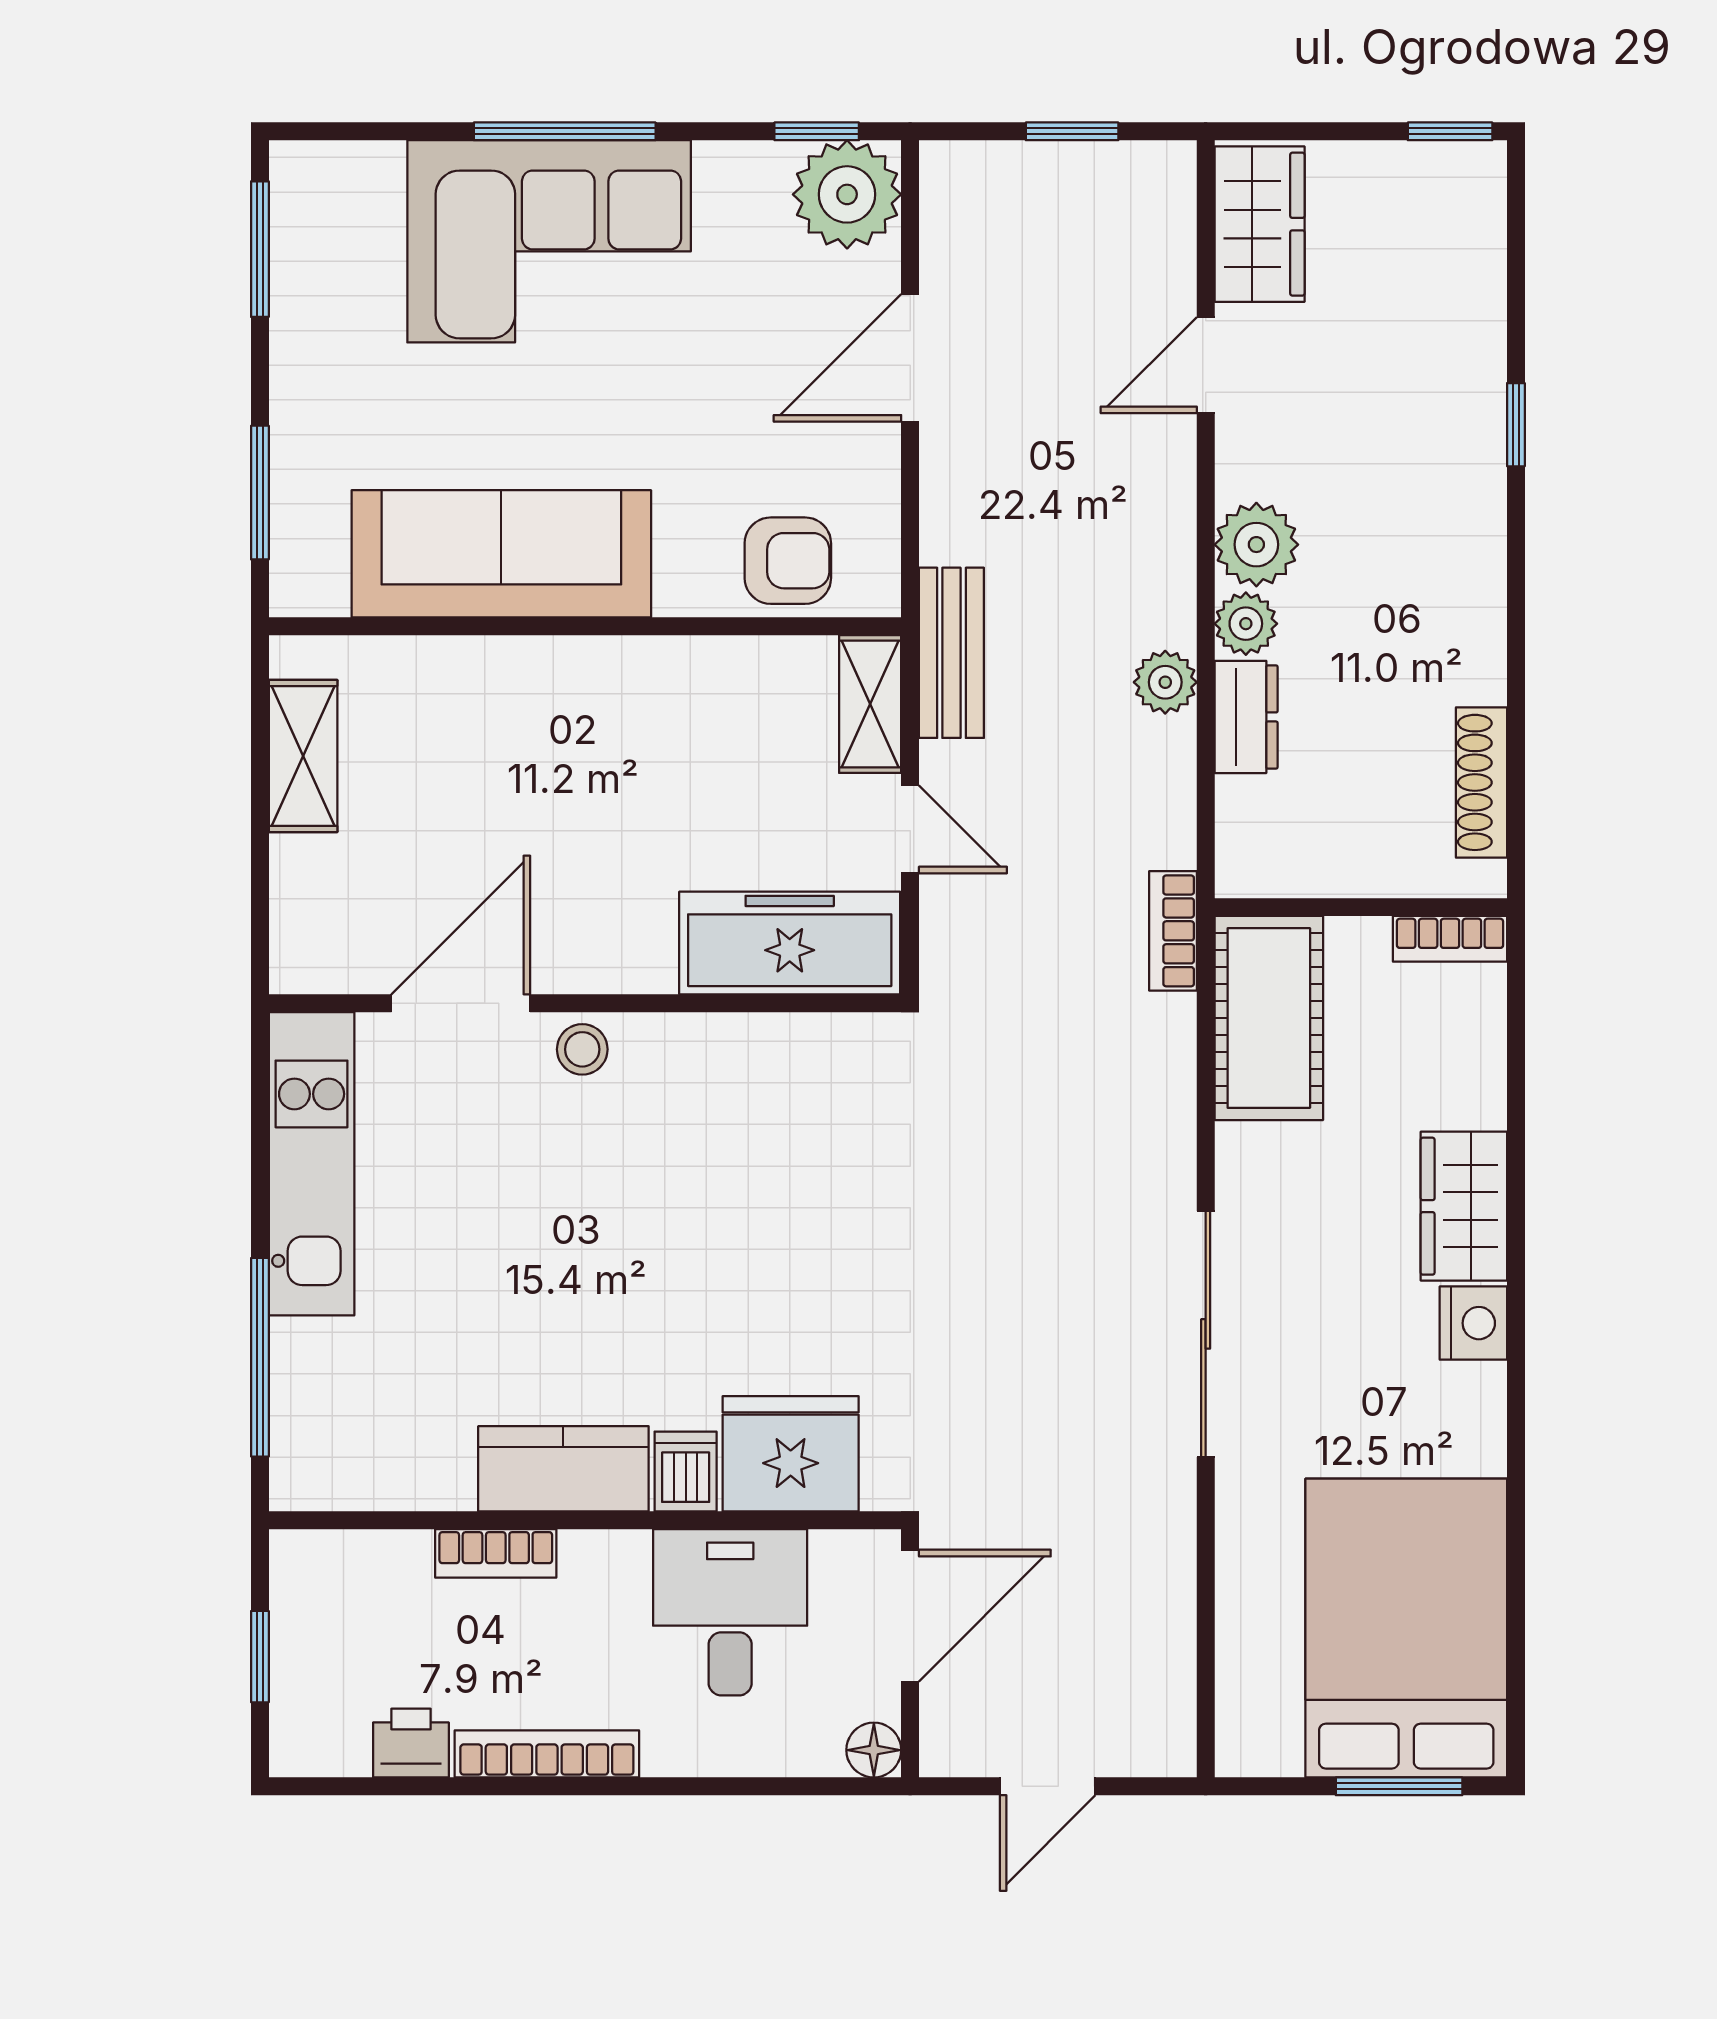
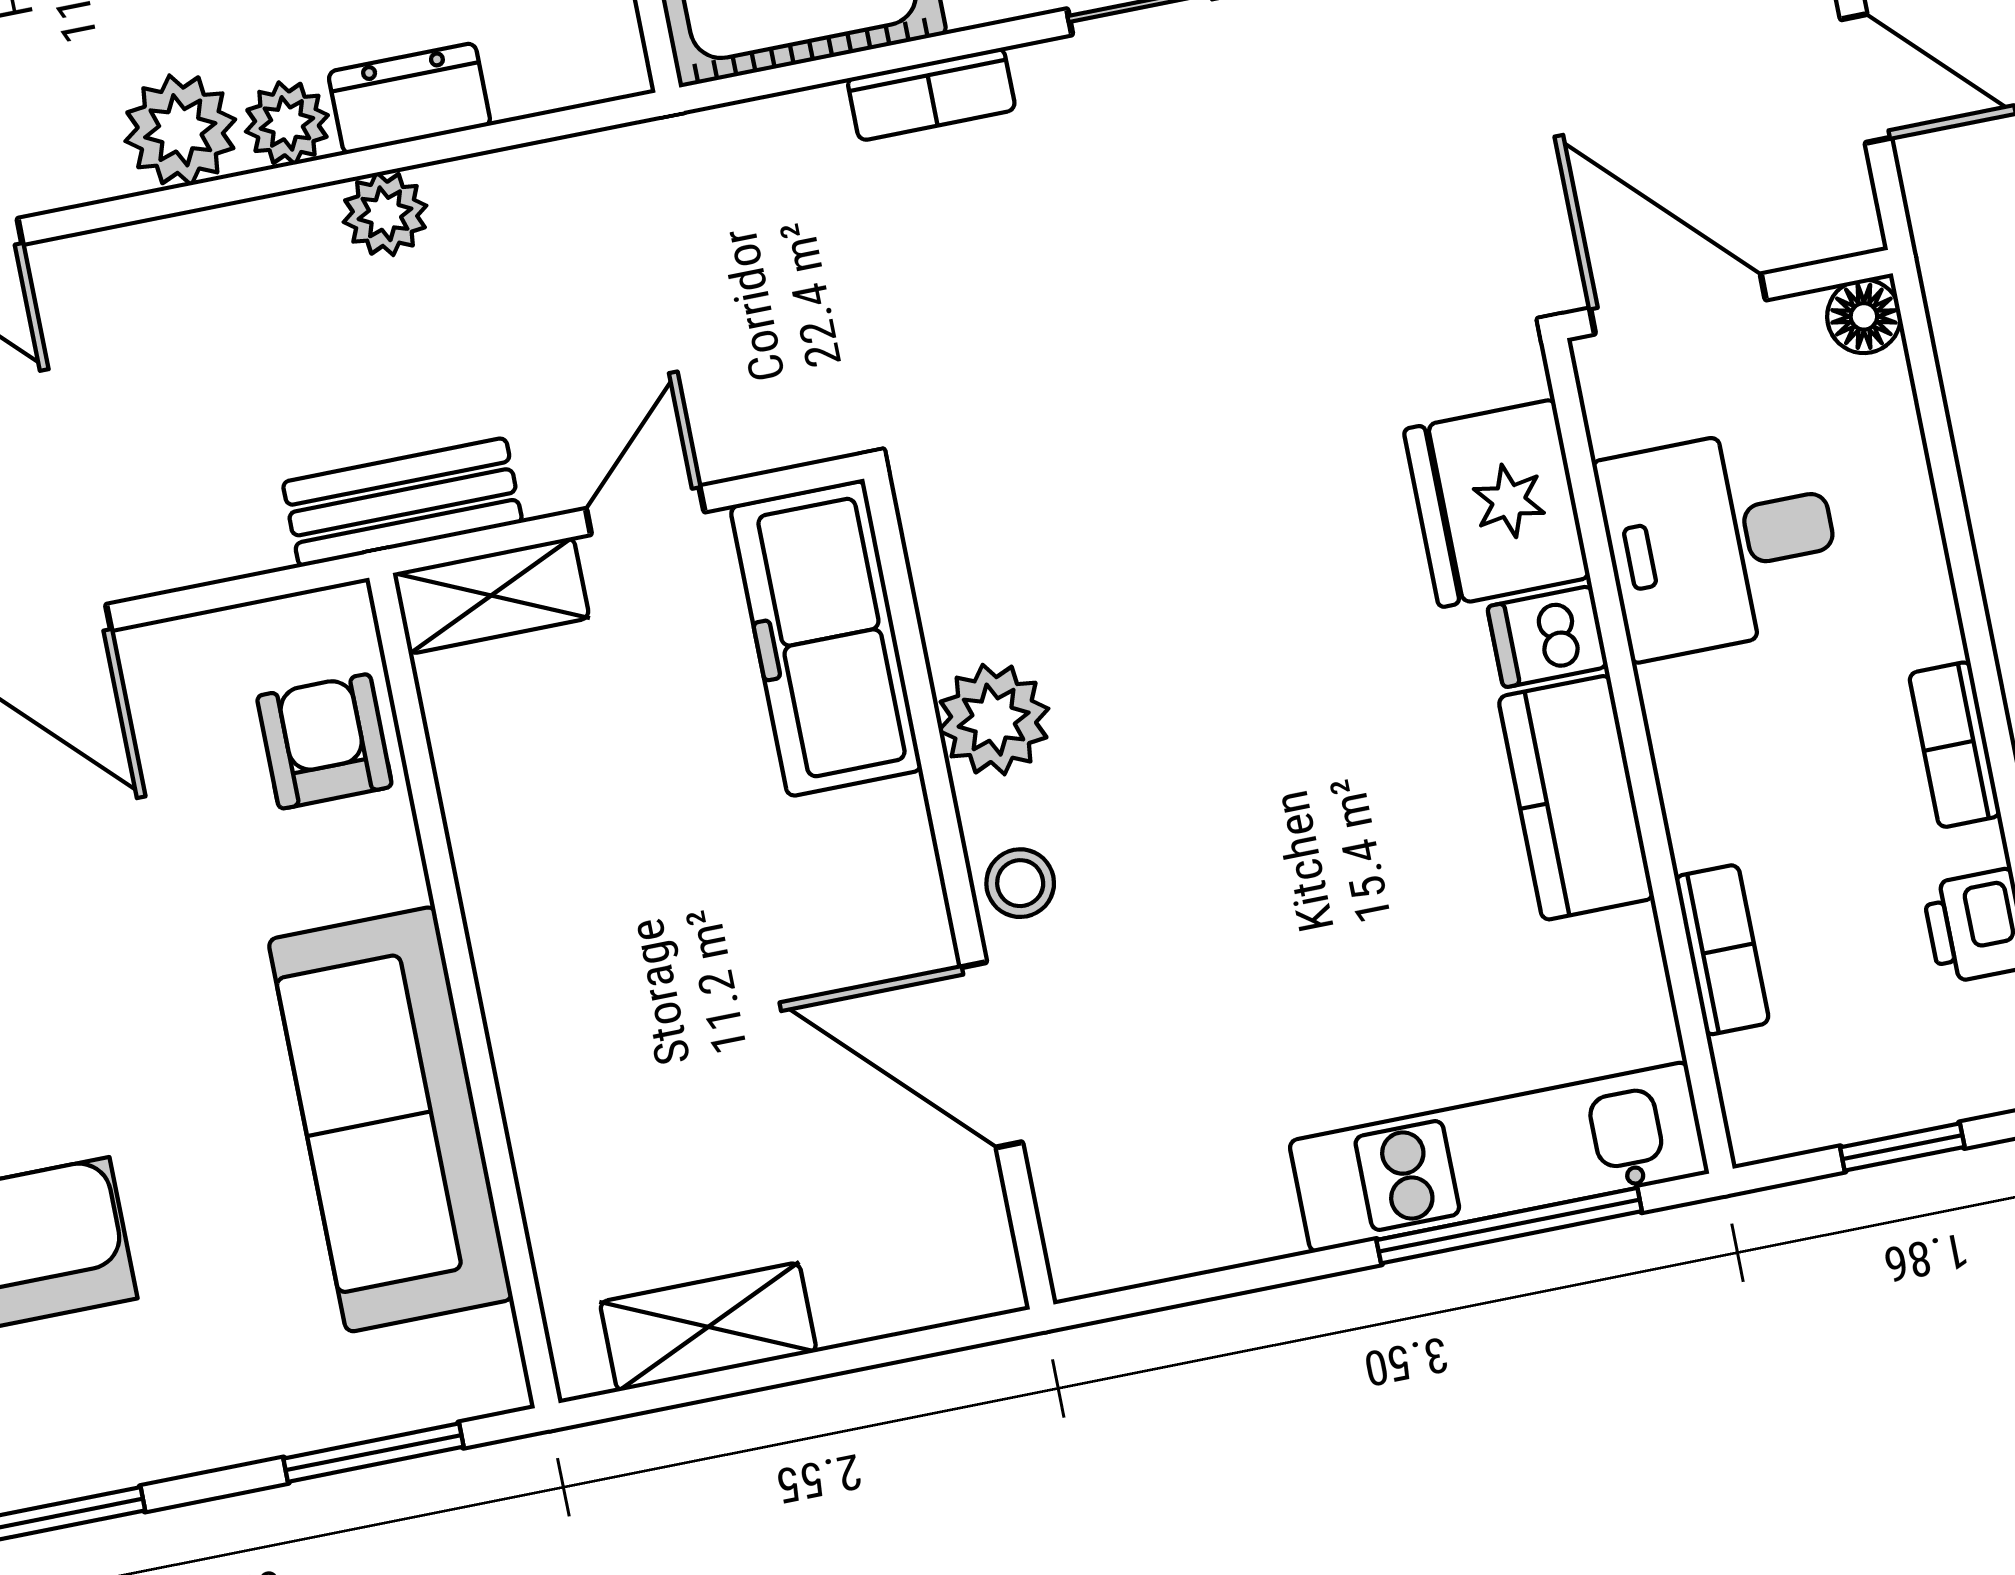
bookcase: (1173, 931) -> (931, 94), moved
plant: (706, 1054) -> (994, 720), added
kitchen unit: (312, 1164) -> (1499, 1157), moved
bookcase: (496, 1553) -> (1722, 950), moved
bookcase: (547, 1754) -> (1955, 745), width x0.64

